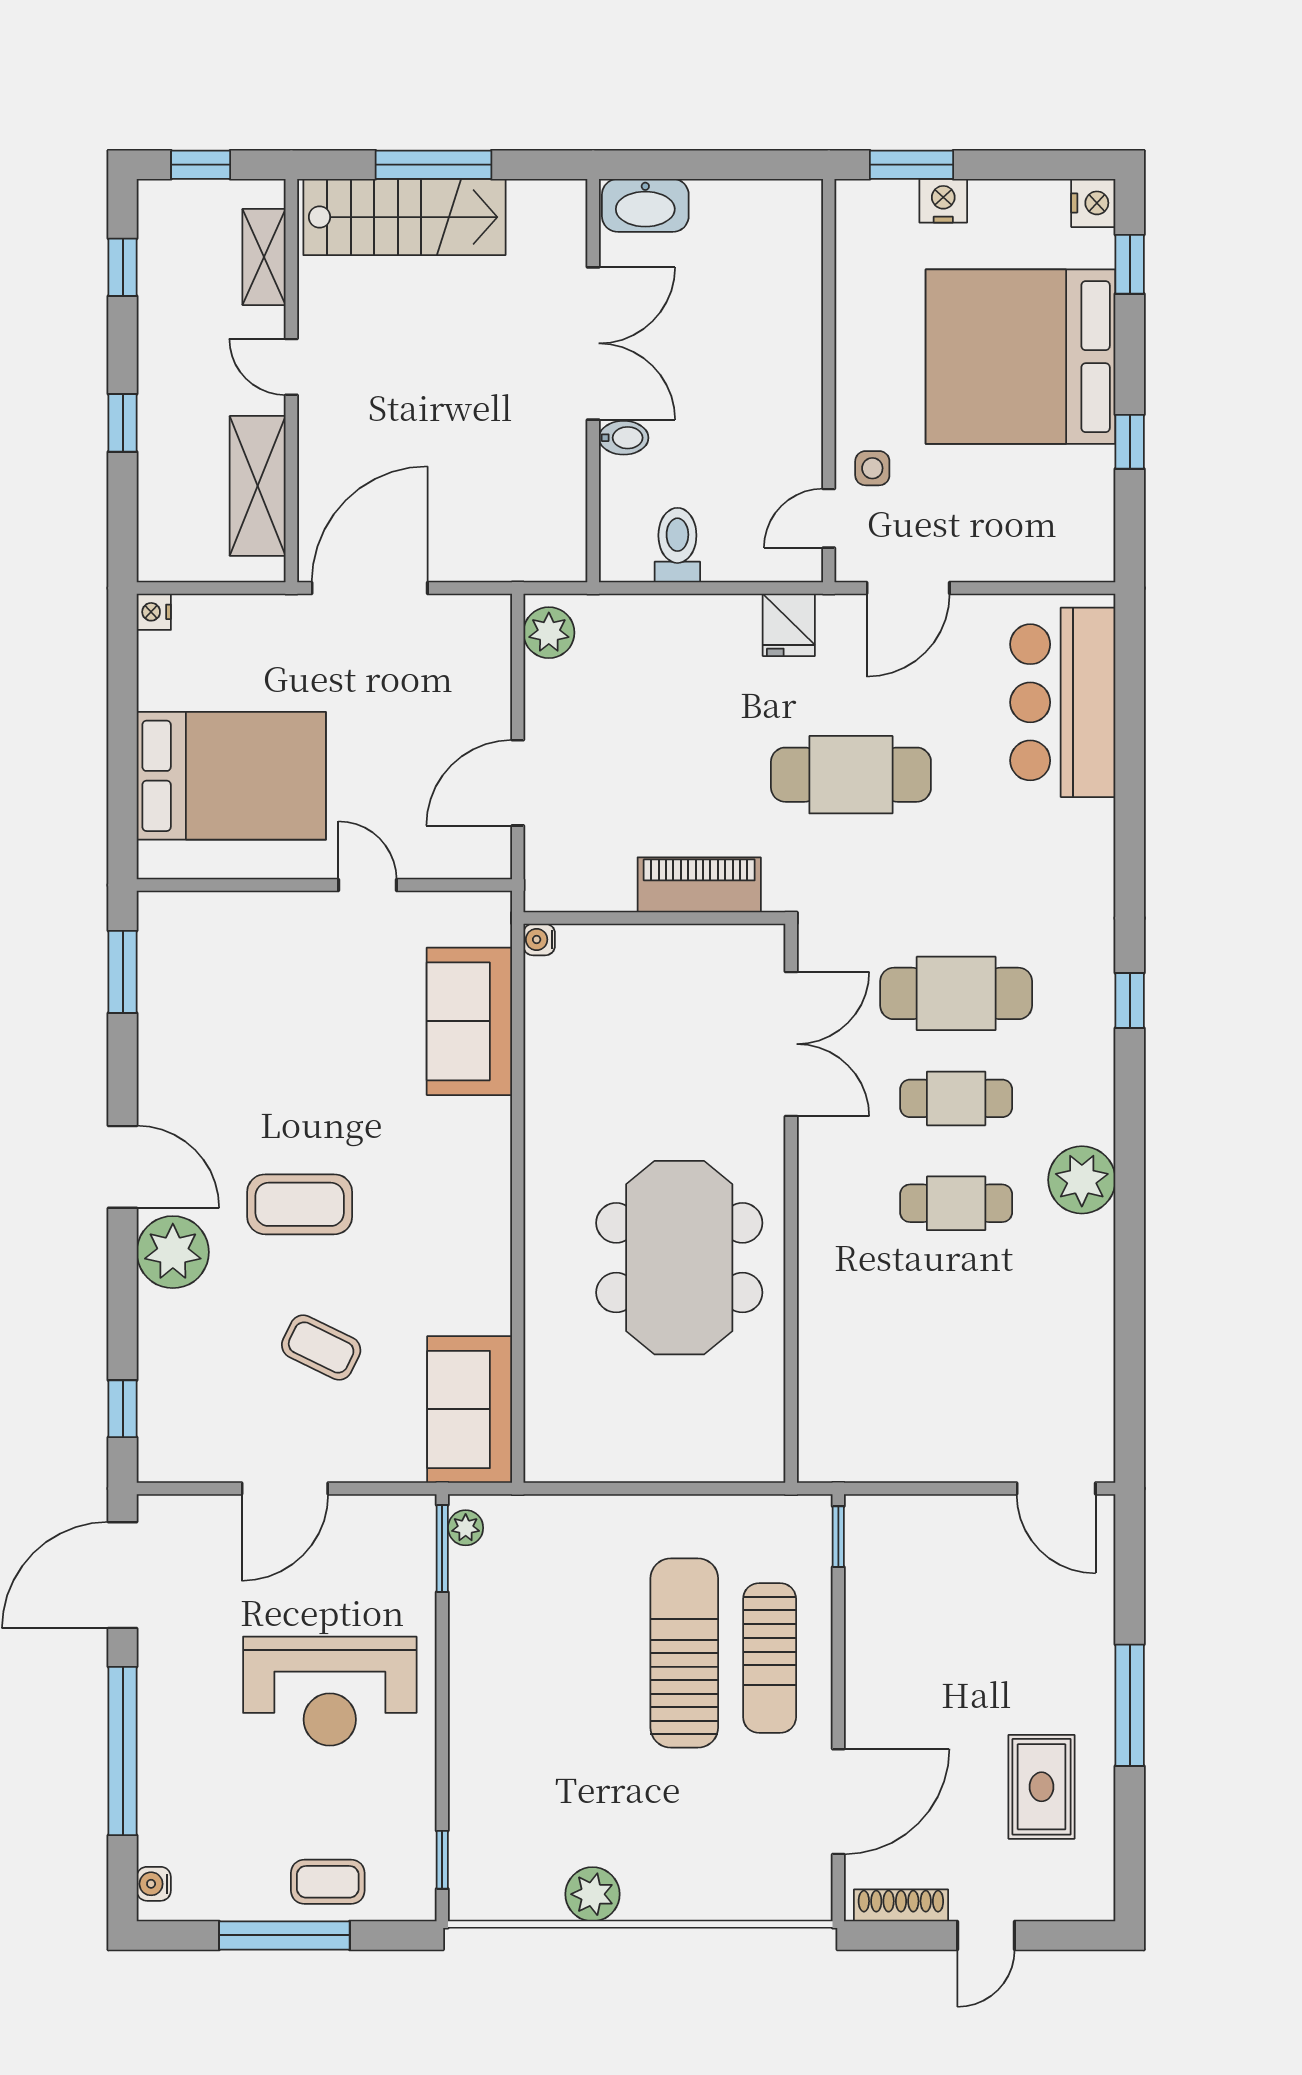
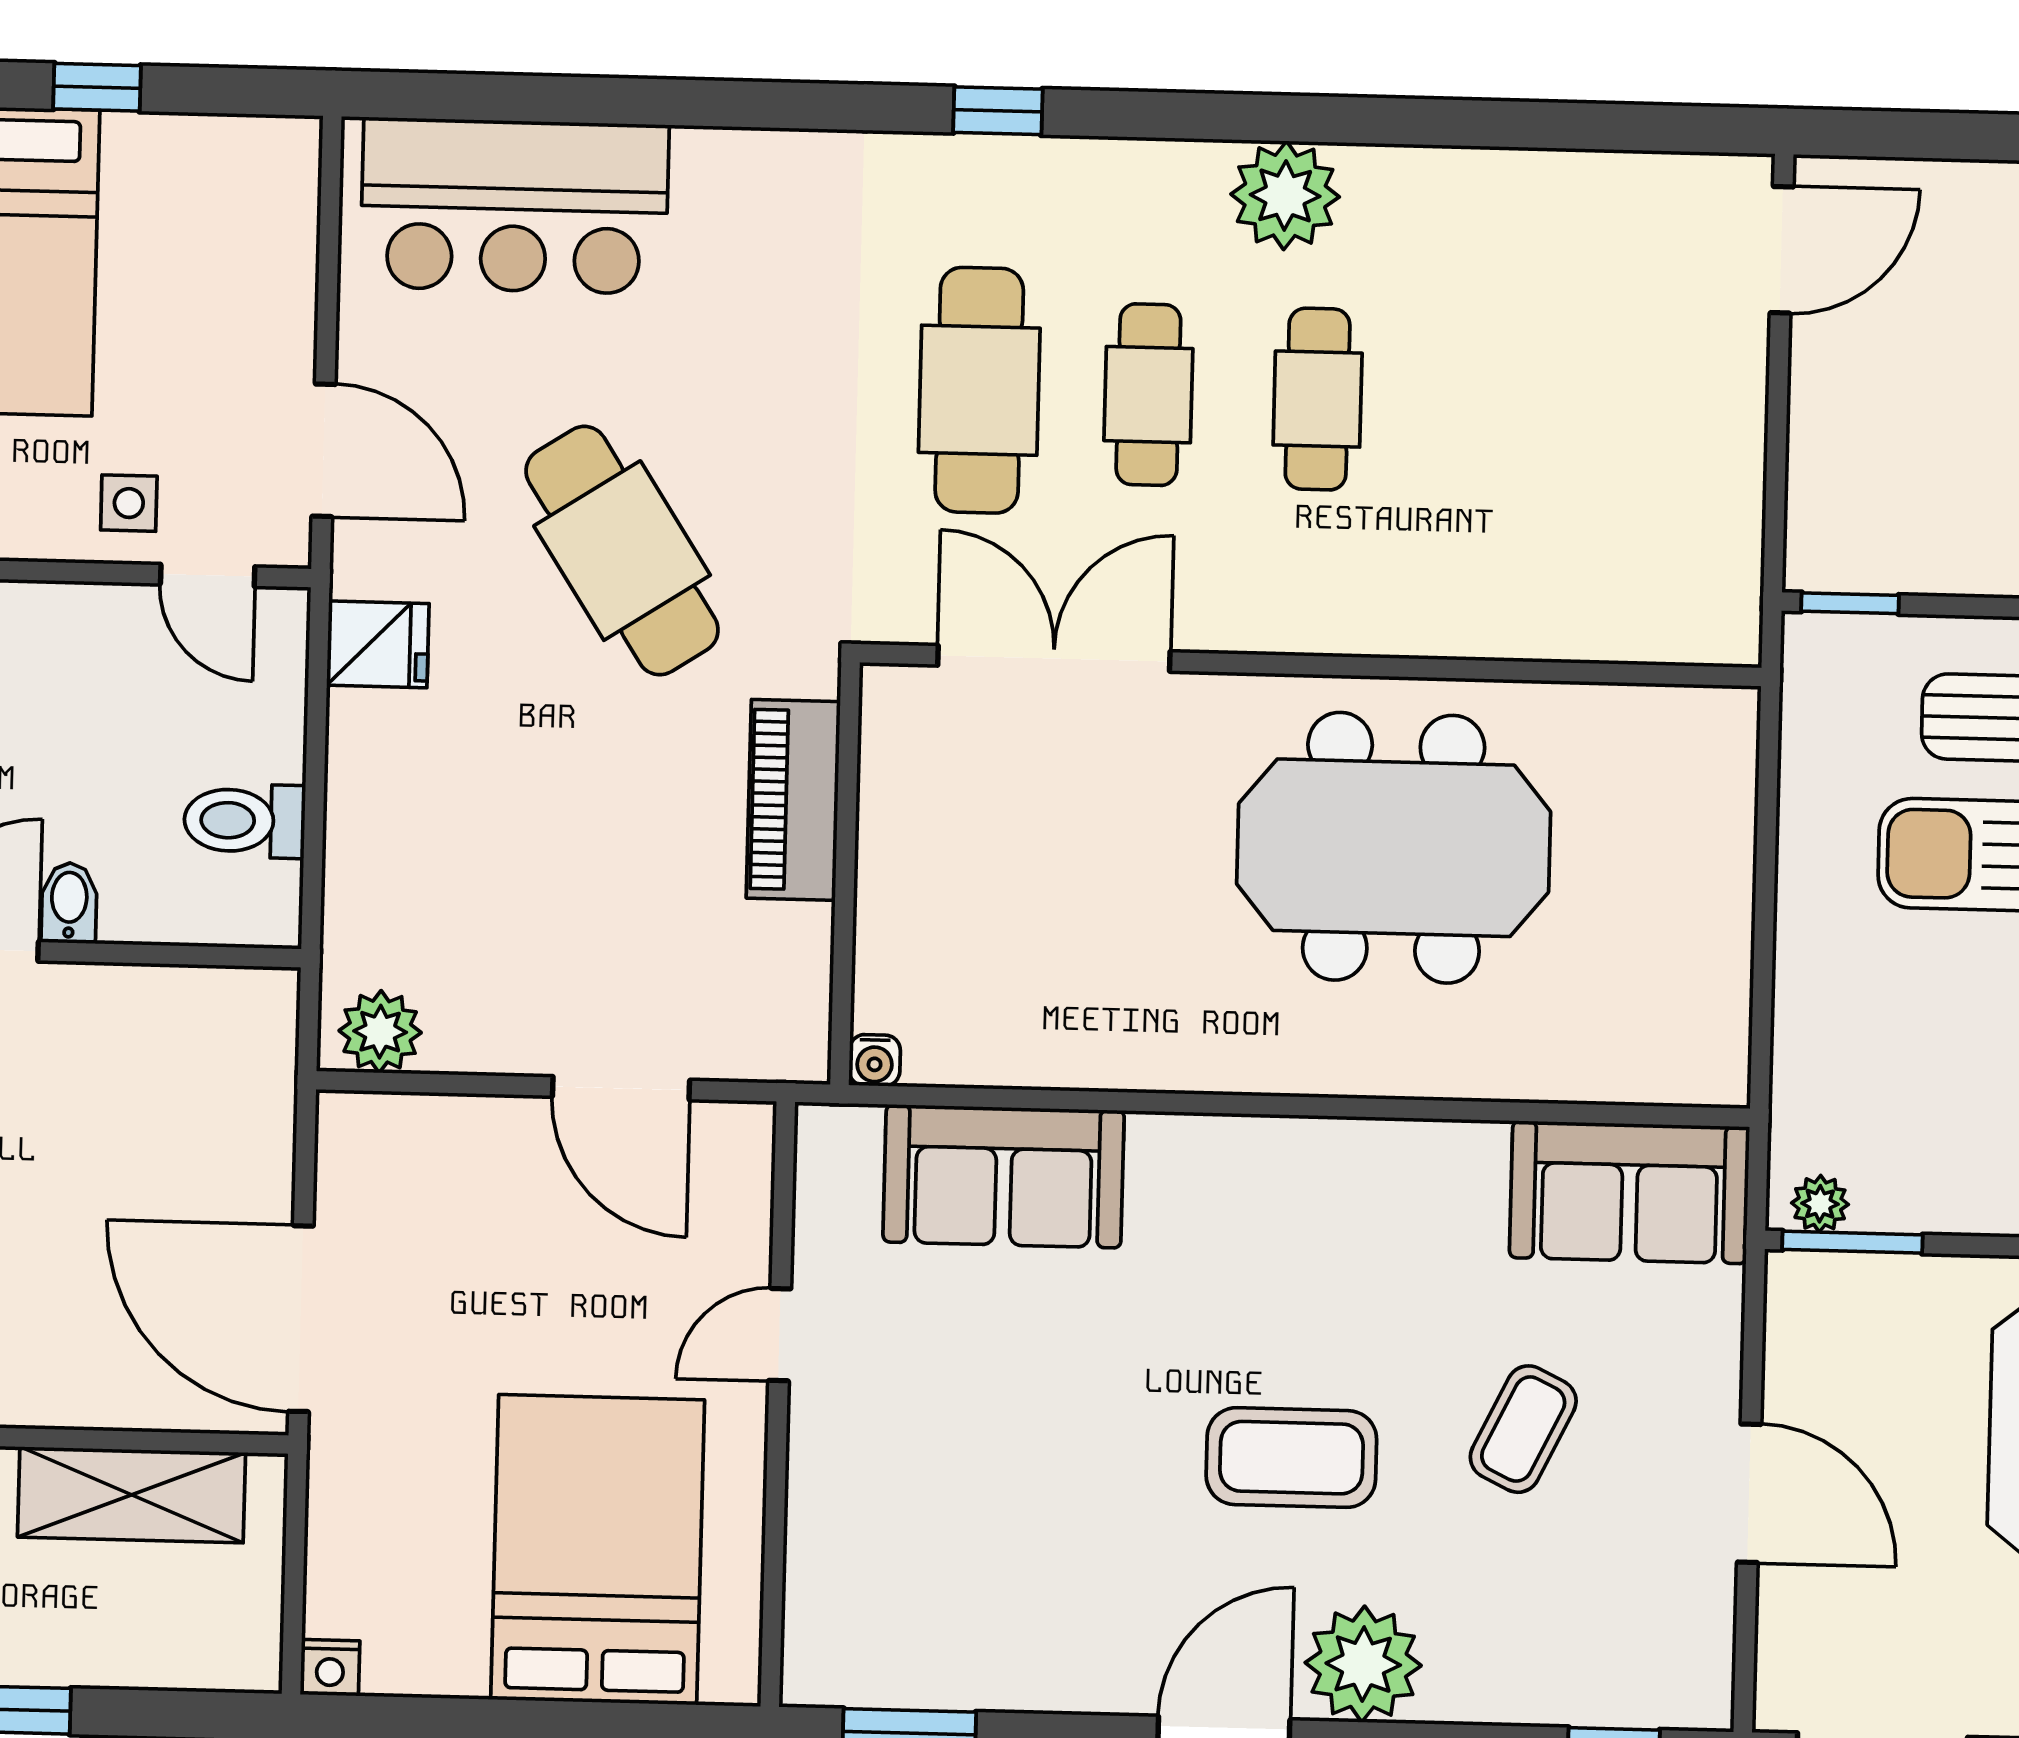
cafe table: (851, 775) -> (622, 551), turned -33
coffee table: (300, 1204) -> (1291, 1458), turned 90

